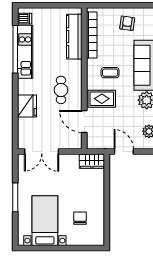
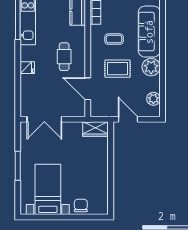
rug: (102, 99) -> (117, 69), moved
fridge: (27, 106) -> (27, 68), width x0.53, depth x0.75
chair: (80, 218) -> (81, 206), moved

